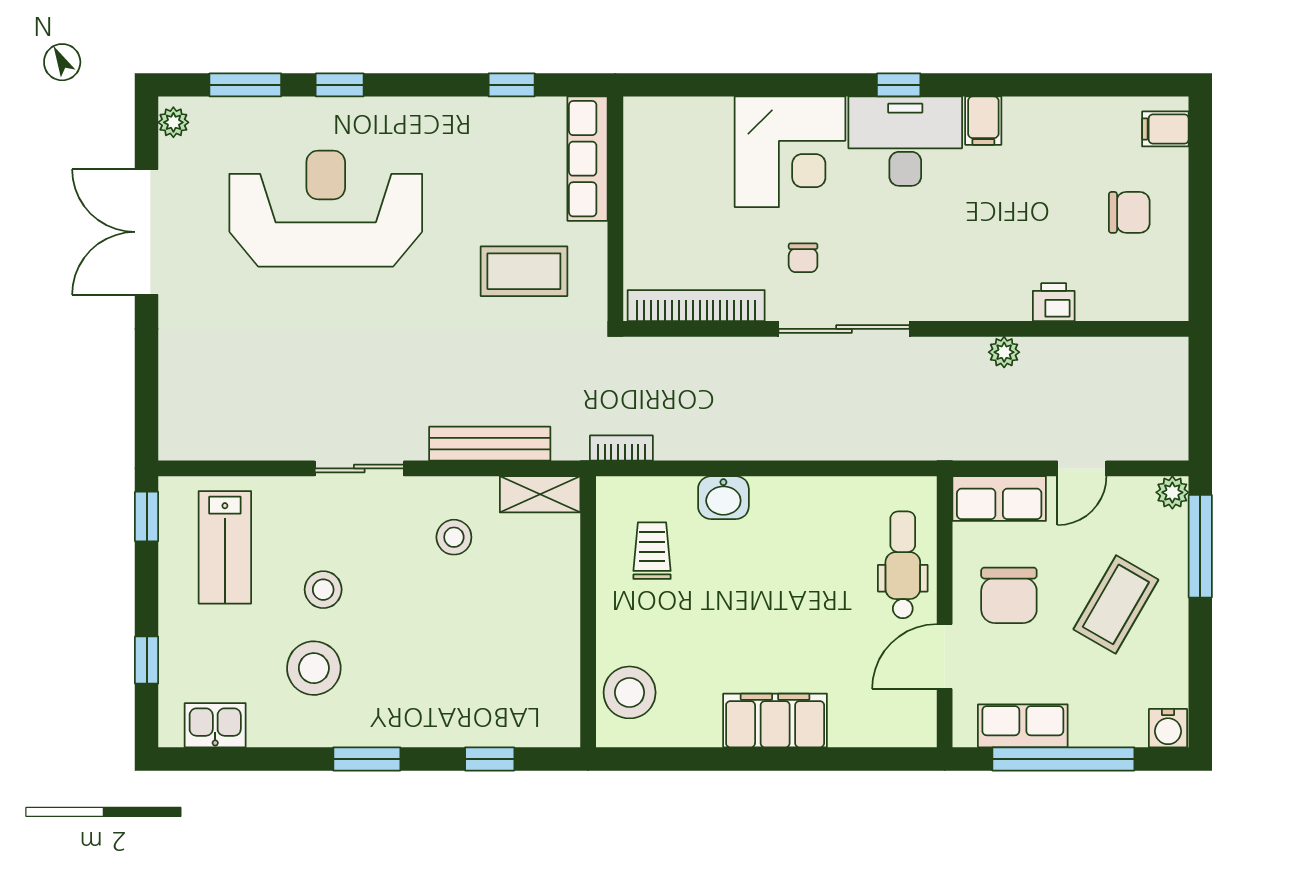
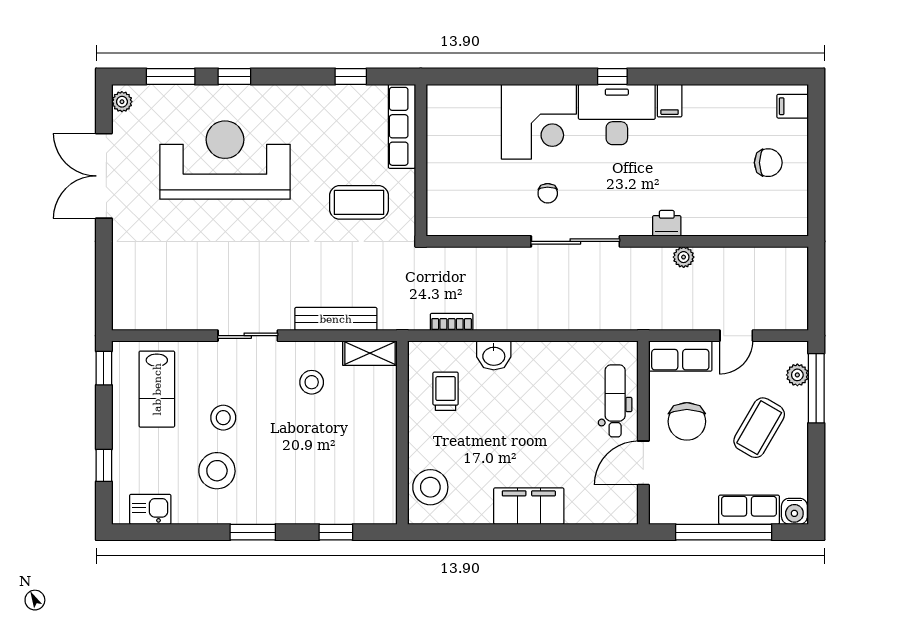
printer: (1054, 302) -> (667, 223), moved
bookcase: (696, 306) -> (475, 226), removed
bookcase: (621, 448) -> (452, 322), moved
plant: (1172, 492) -> (797, 375), moved
row of seats: (1023, 726) -> (749, 510), moved

